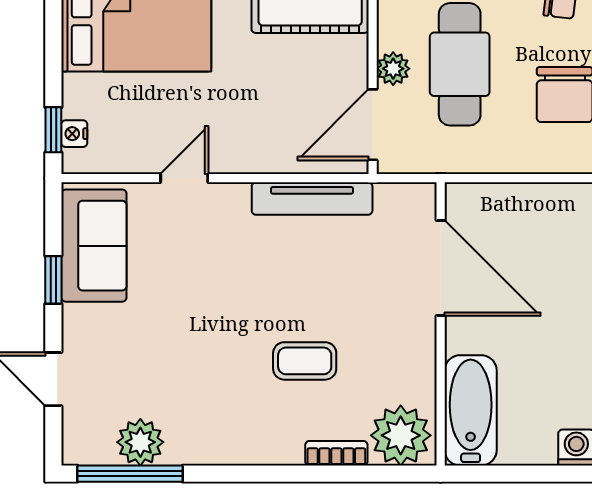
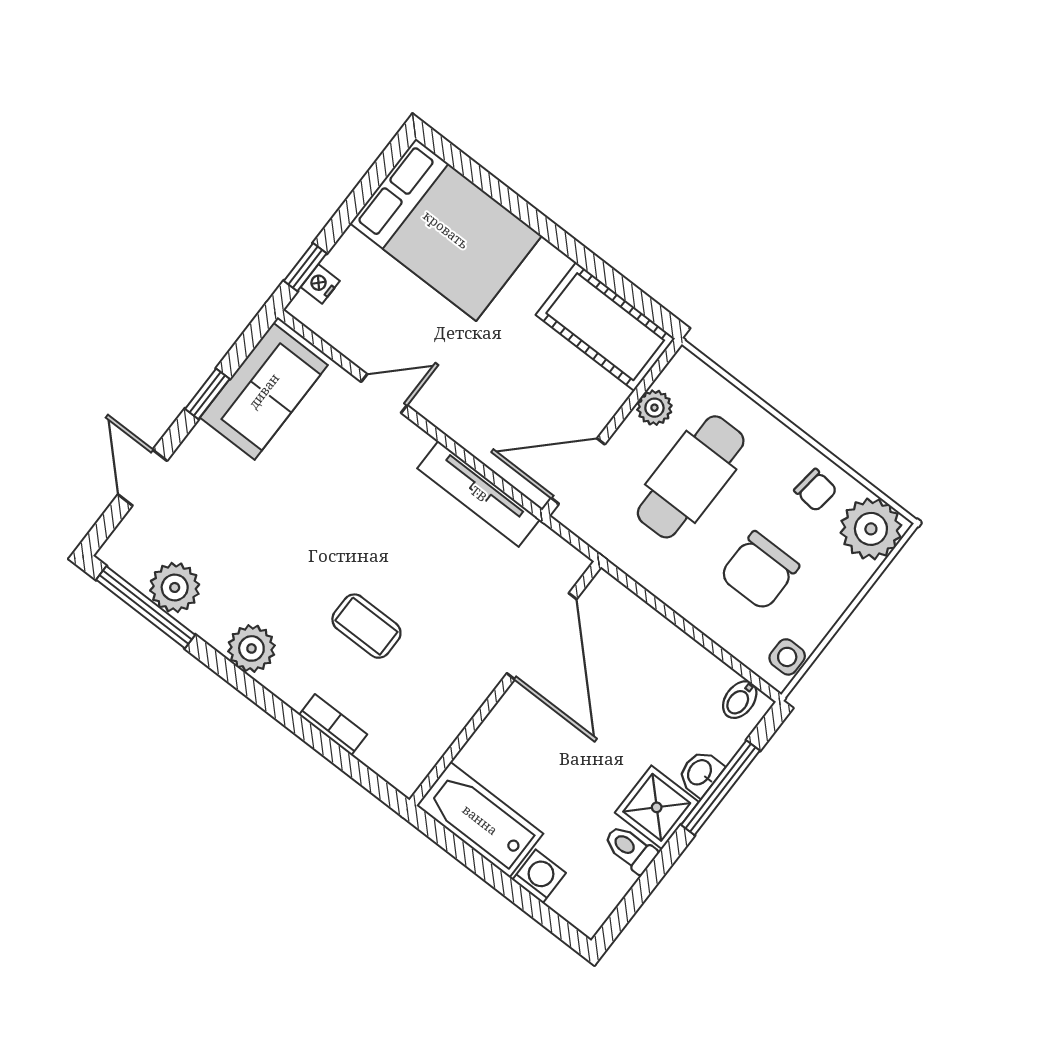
plant: (393, 69) -> (654, 408), moved
bathtub: (471, 410) -> (480, 820), moved, turned -90
plant: (401, 435) -> (251, 648), moved, width x0.73, depth x0.73

